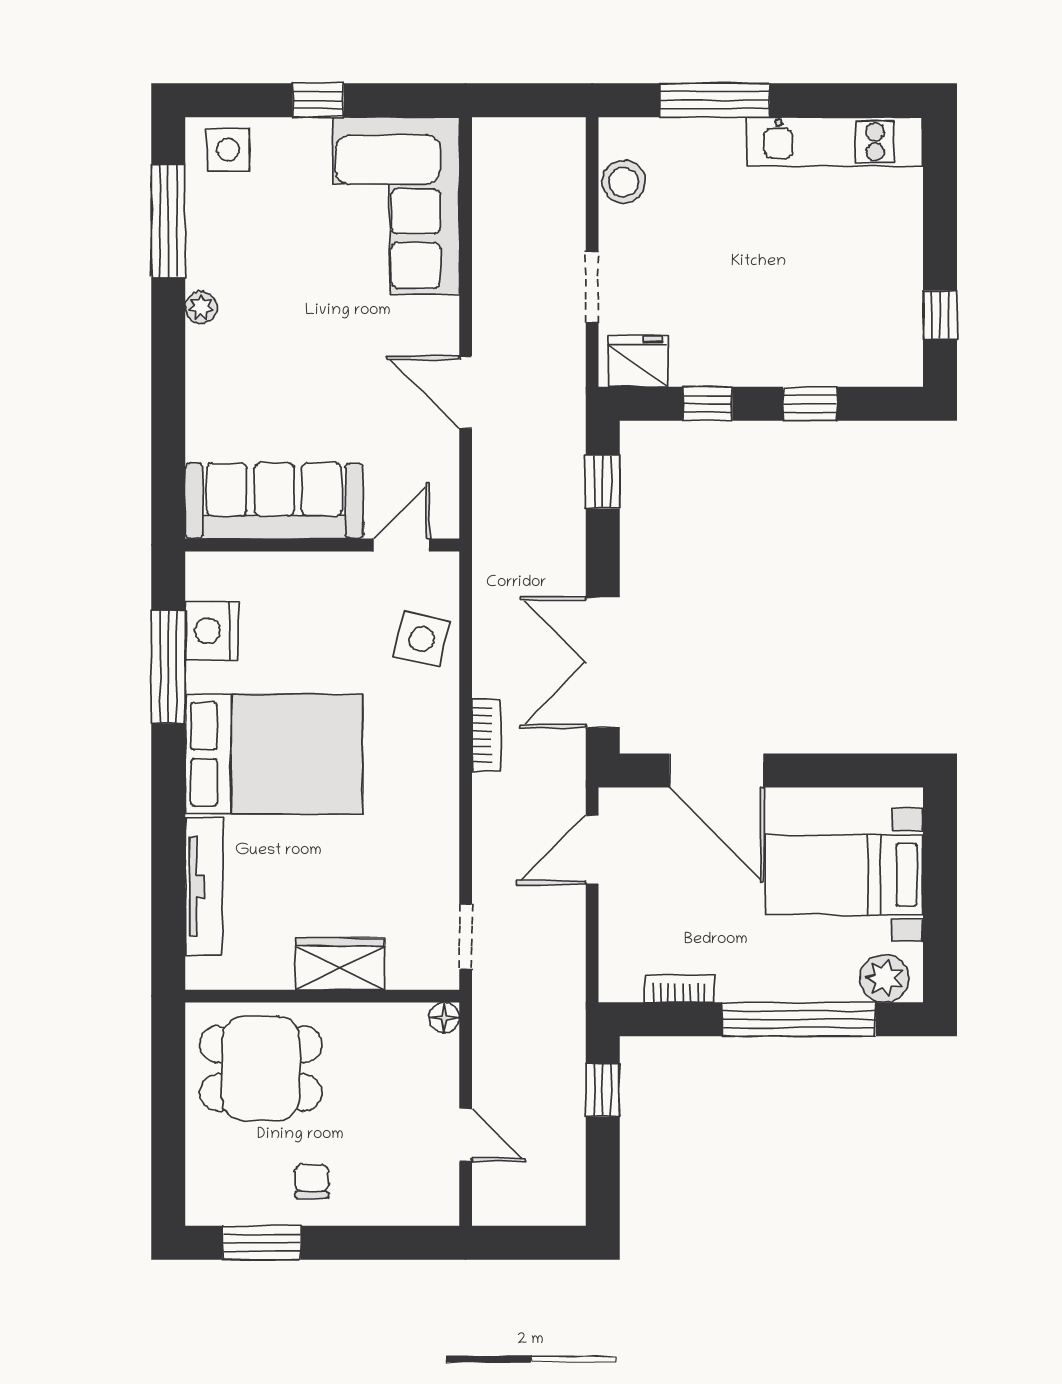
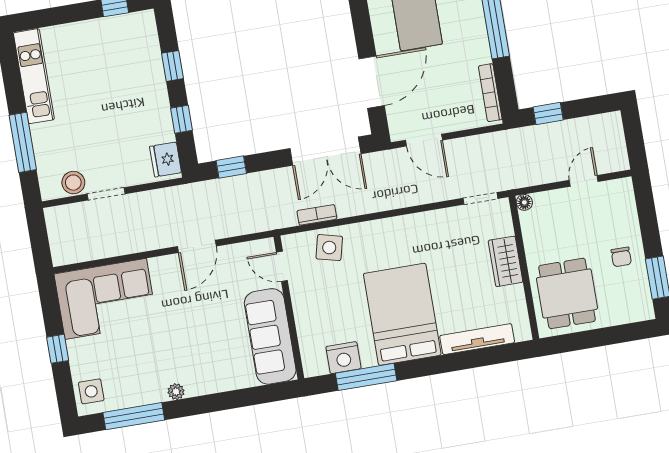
doorway: (592, 287) -> (106, 194), moved
bookcase: (486, 735) -> (317, 215), moved
bookcase: (679, 989) -> (490, 93), width x1.56
chair: (312, 1181) -> (621, 257), turned -90

